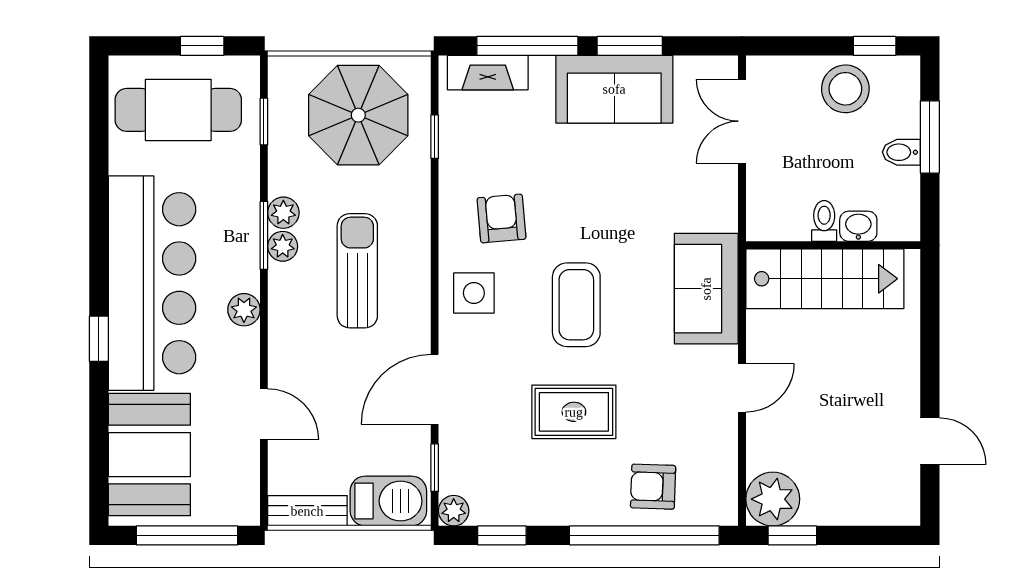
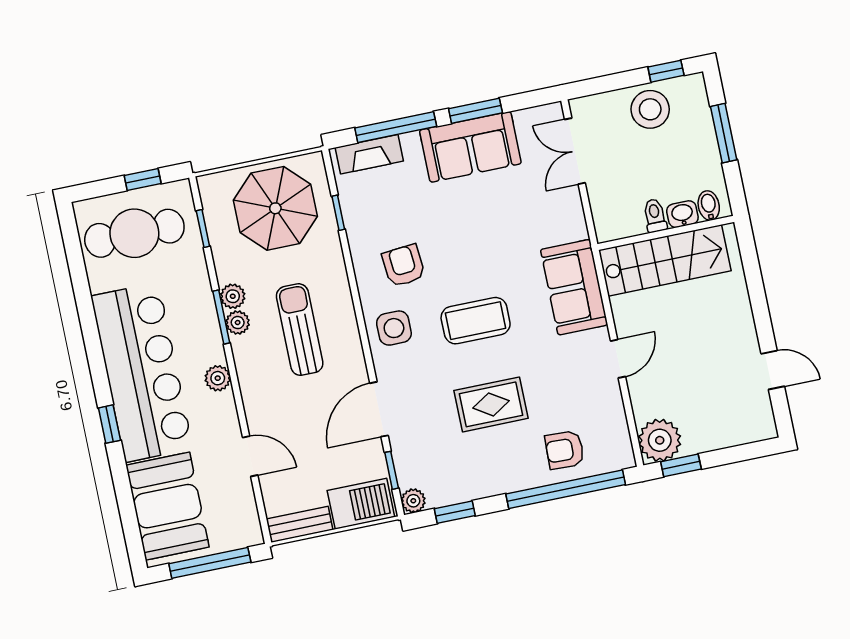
bidet: (901, 152) -> (709, 206), moved, turned 90
coffee table: (576, 305) -> (476, 321), turned 90

